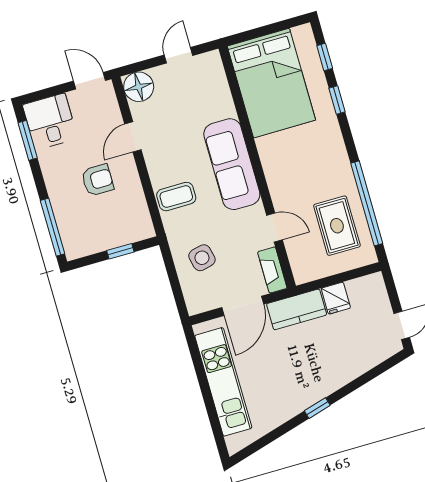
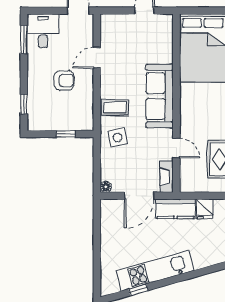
floor lamp: (139, 87) -> (106, 187), moved, width x0.53, depth x0.53
window: (53, 227) -> (24, 104), width x0.46
side table: (202, 258) -> (118, 137), moved
kitchen unit: (223, 382) -> (155, 271), moved, turned -106
window: (317, 408) -> (138, 290), moved

